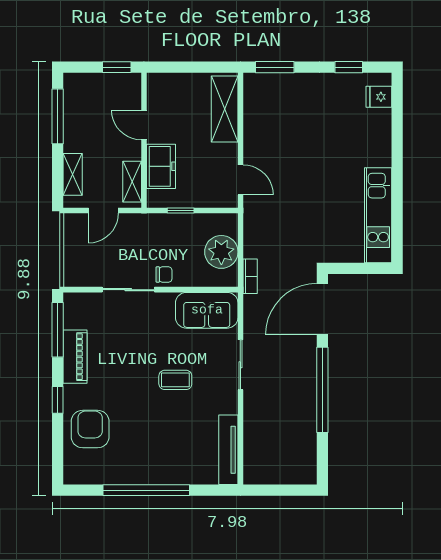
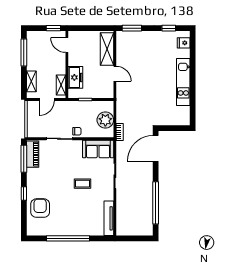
door: (144, 125) -> (67, 45), moved
door: (240, 180) -> (115, 74), moved
kitchen unit: (378, 215) -> (183, 82), moved
piano: (75, 357) -> (33, 154), moved
window: (322, 390) -> (156, 203), moved

